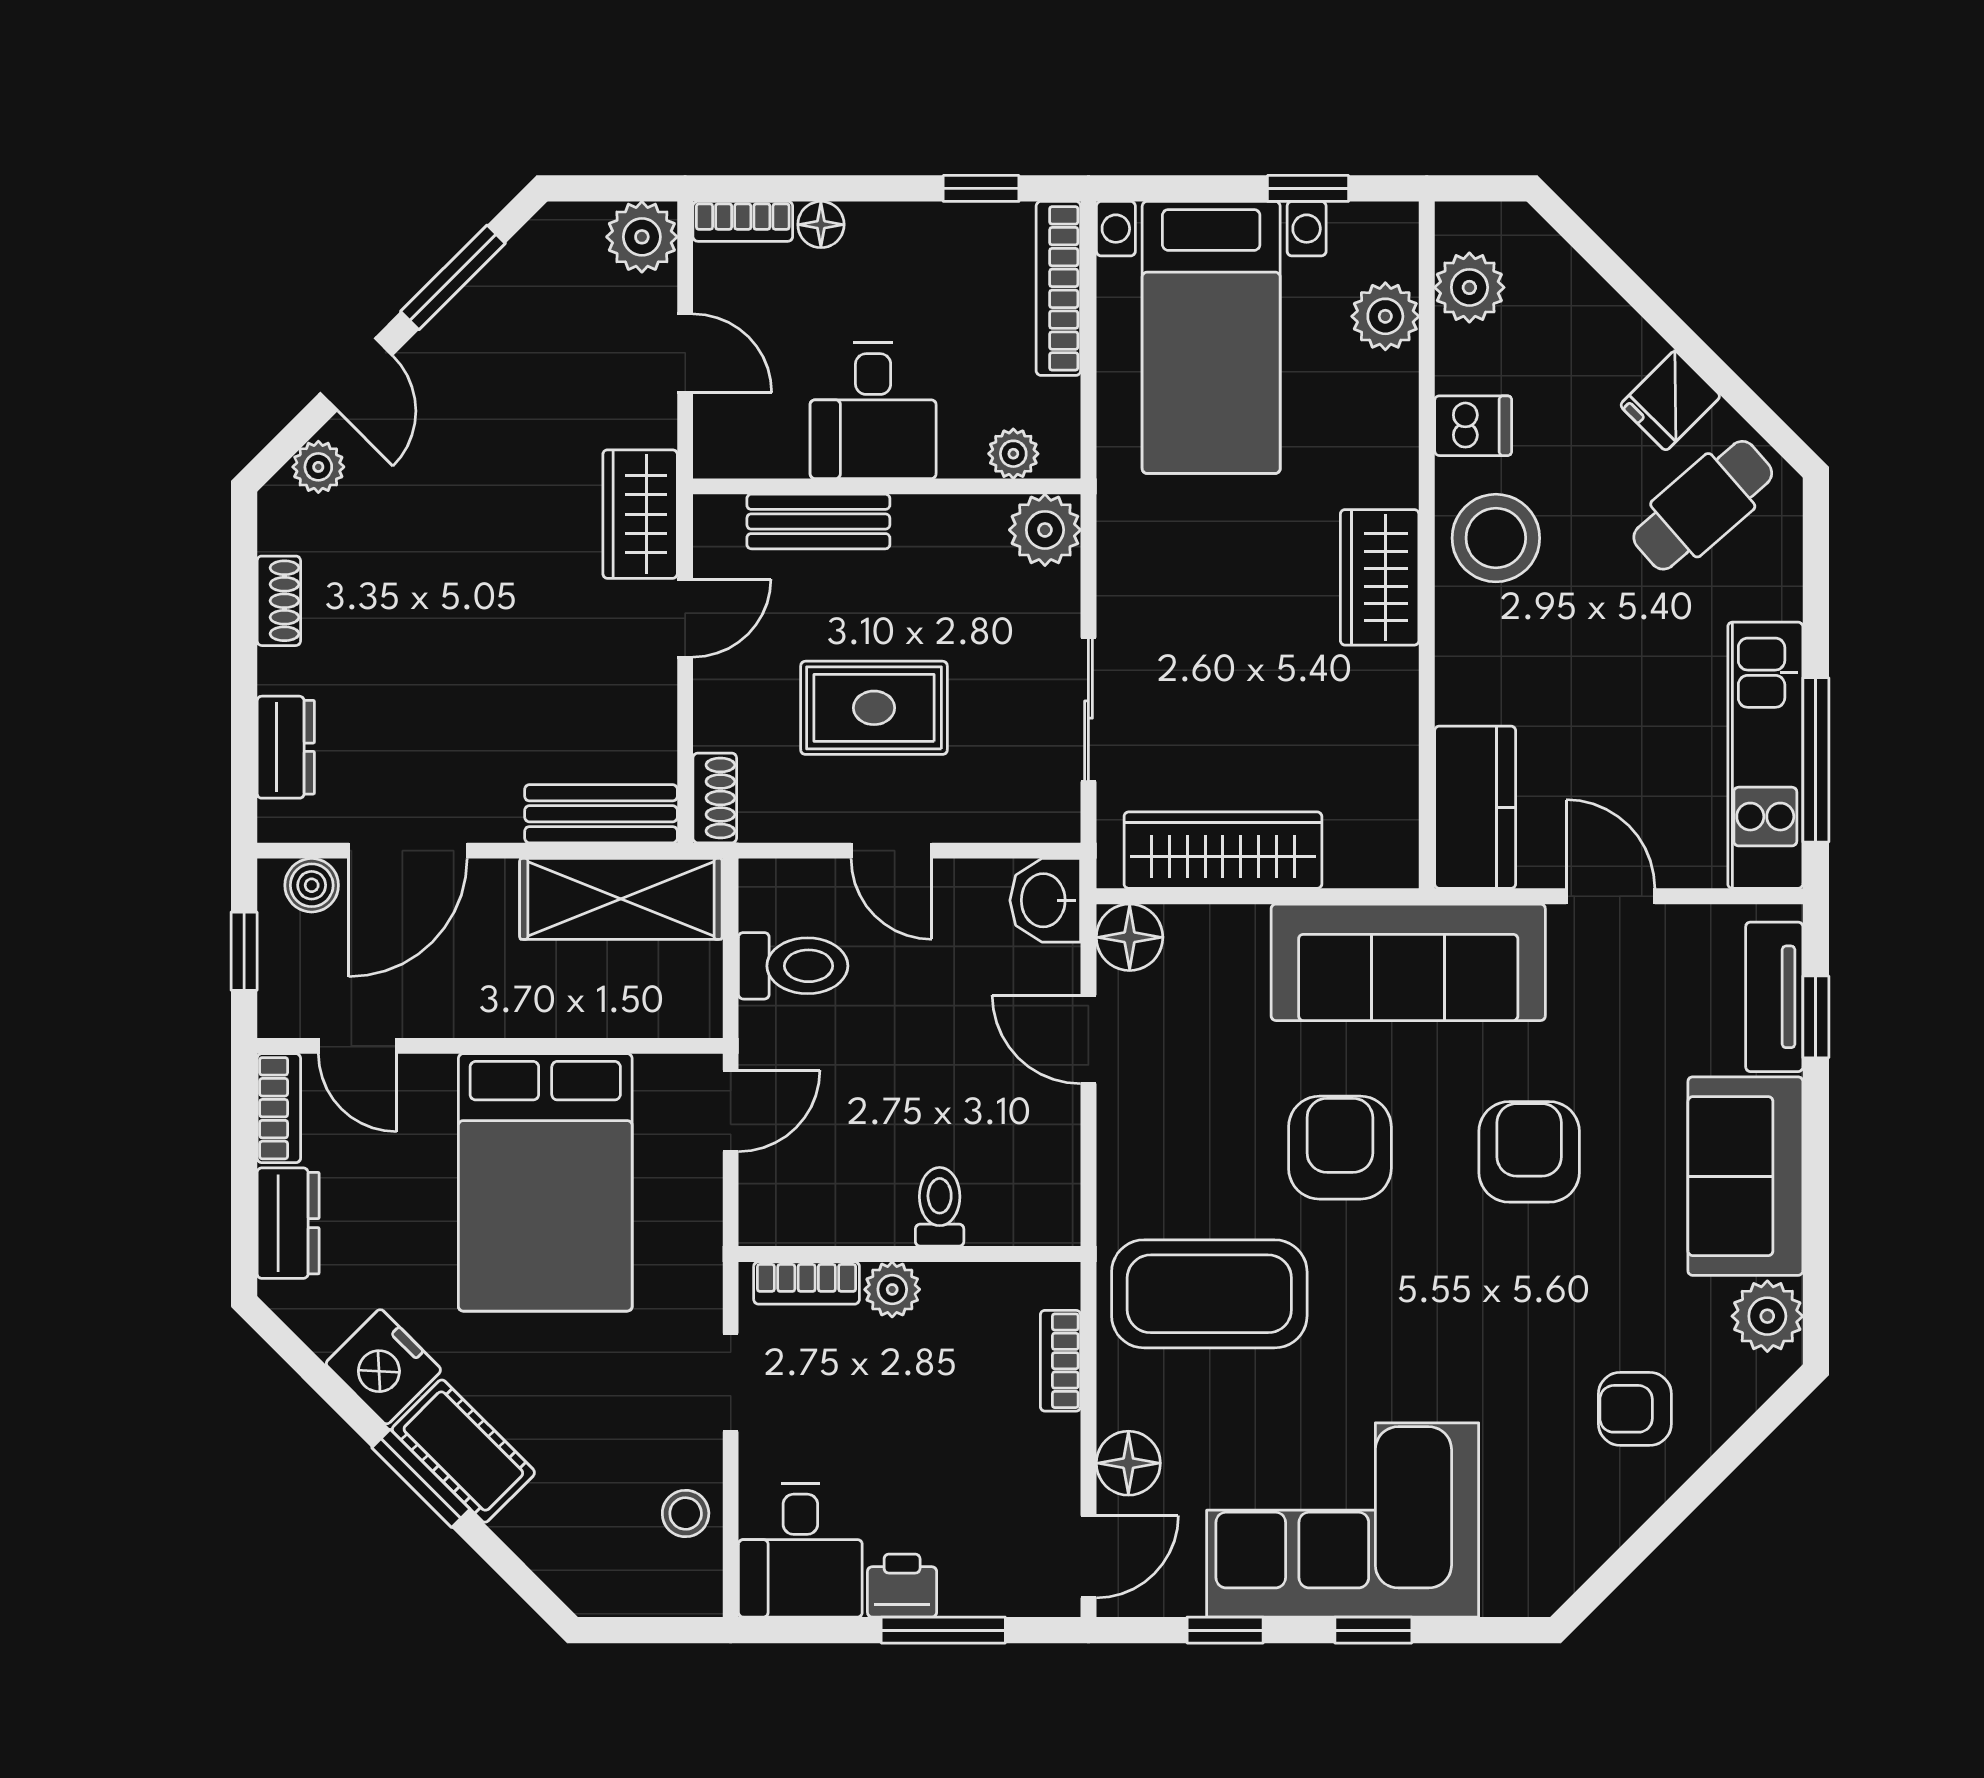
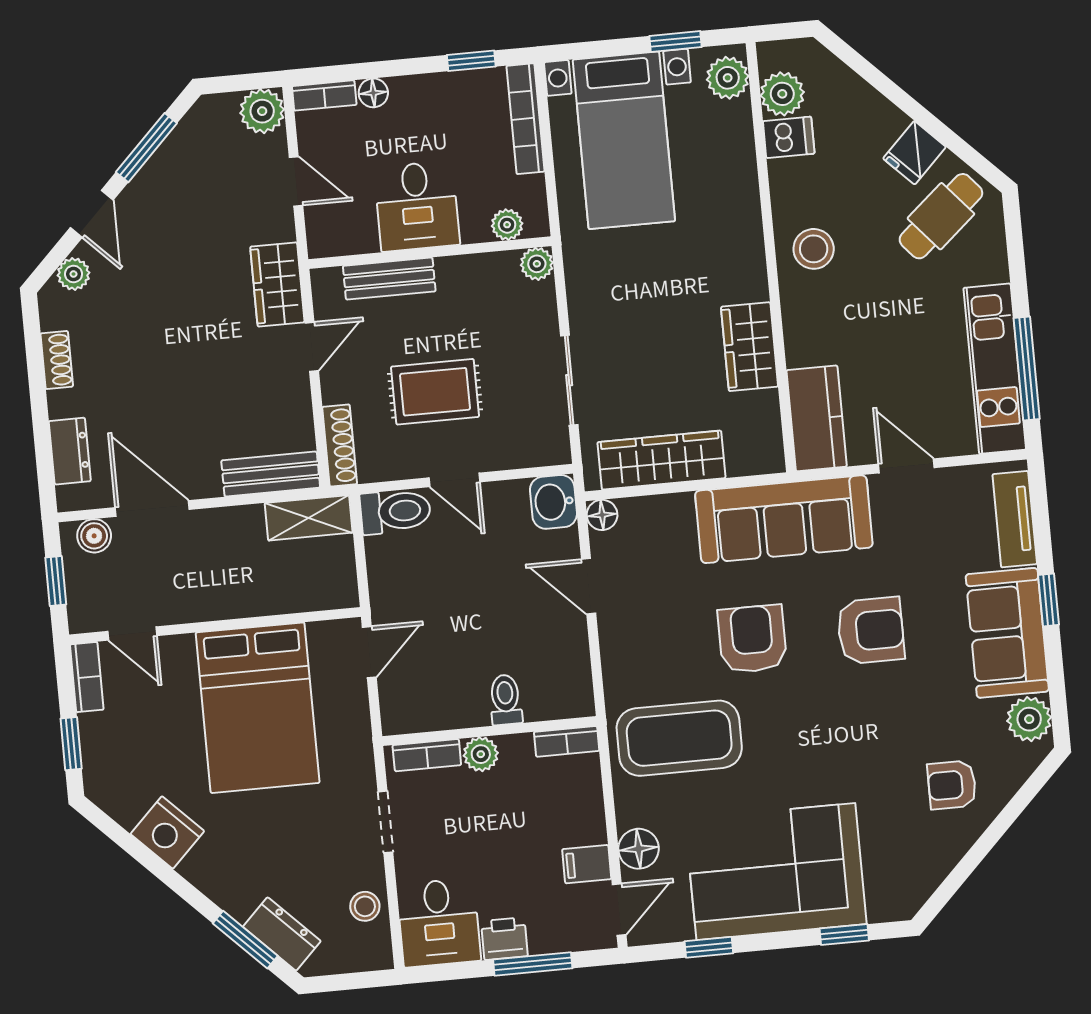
plant: (1385, 316) -> (728, 78), moved
dishwasher: (1473, 426) -> (789, 137), moved
plant: (1045, 530) -> (537, 264), width x0.73, depth x0.73
stool: (1496, 538) -> (814, 249), width x0.73, depth x0.73
wardrobe: (1380, 577) -> (750, 347), moved
shoe rack: (715, 798) -> (340, 445), width x1.43
door: (408, 851) -> (152, 509), swing flipped
shelving: (621, 899) -> (309, 518), width x0.67, depth x0.75
floor lamp: (1130, 937) -> (602, 515), width x0.73, depth x0.73
toilet: (793, 966) -> (395, 511), moved
window: (1816, 1017) -> (1049, 600), moved
armchair: (1529, 1152) -> (871, 631), turned 90
window: (244, 1211) -> (71, 744), added
dresser: (288, 1223) -> (282, 934), moved, turned -45
bookcase: (1060, 1361) -> (567, 741), moved, turned -90
cot: (463, 1451) -> (222, 880), removed
window: (421, 1478) -> (245, 940), moved
filing cabinet: (1044, 1480) -> (587, 864), added
window: (1373, 1630) -> (844, 935), moved

